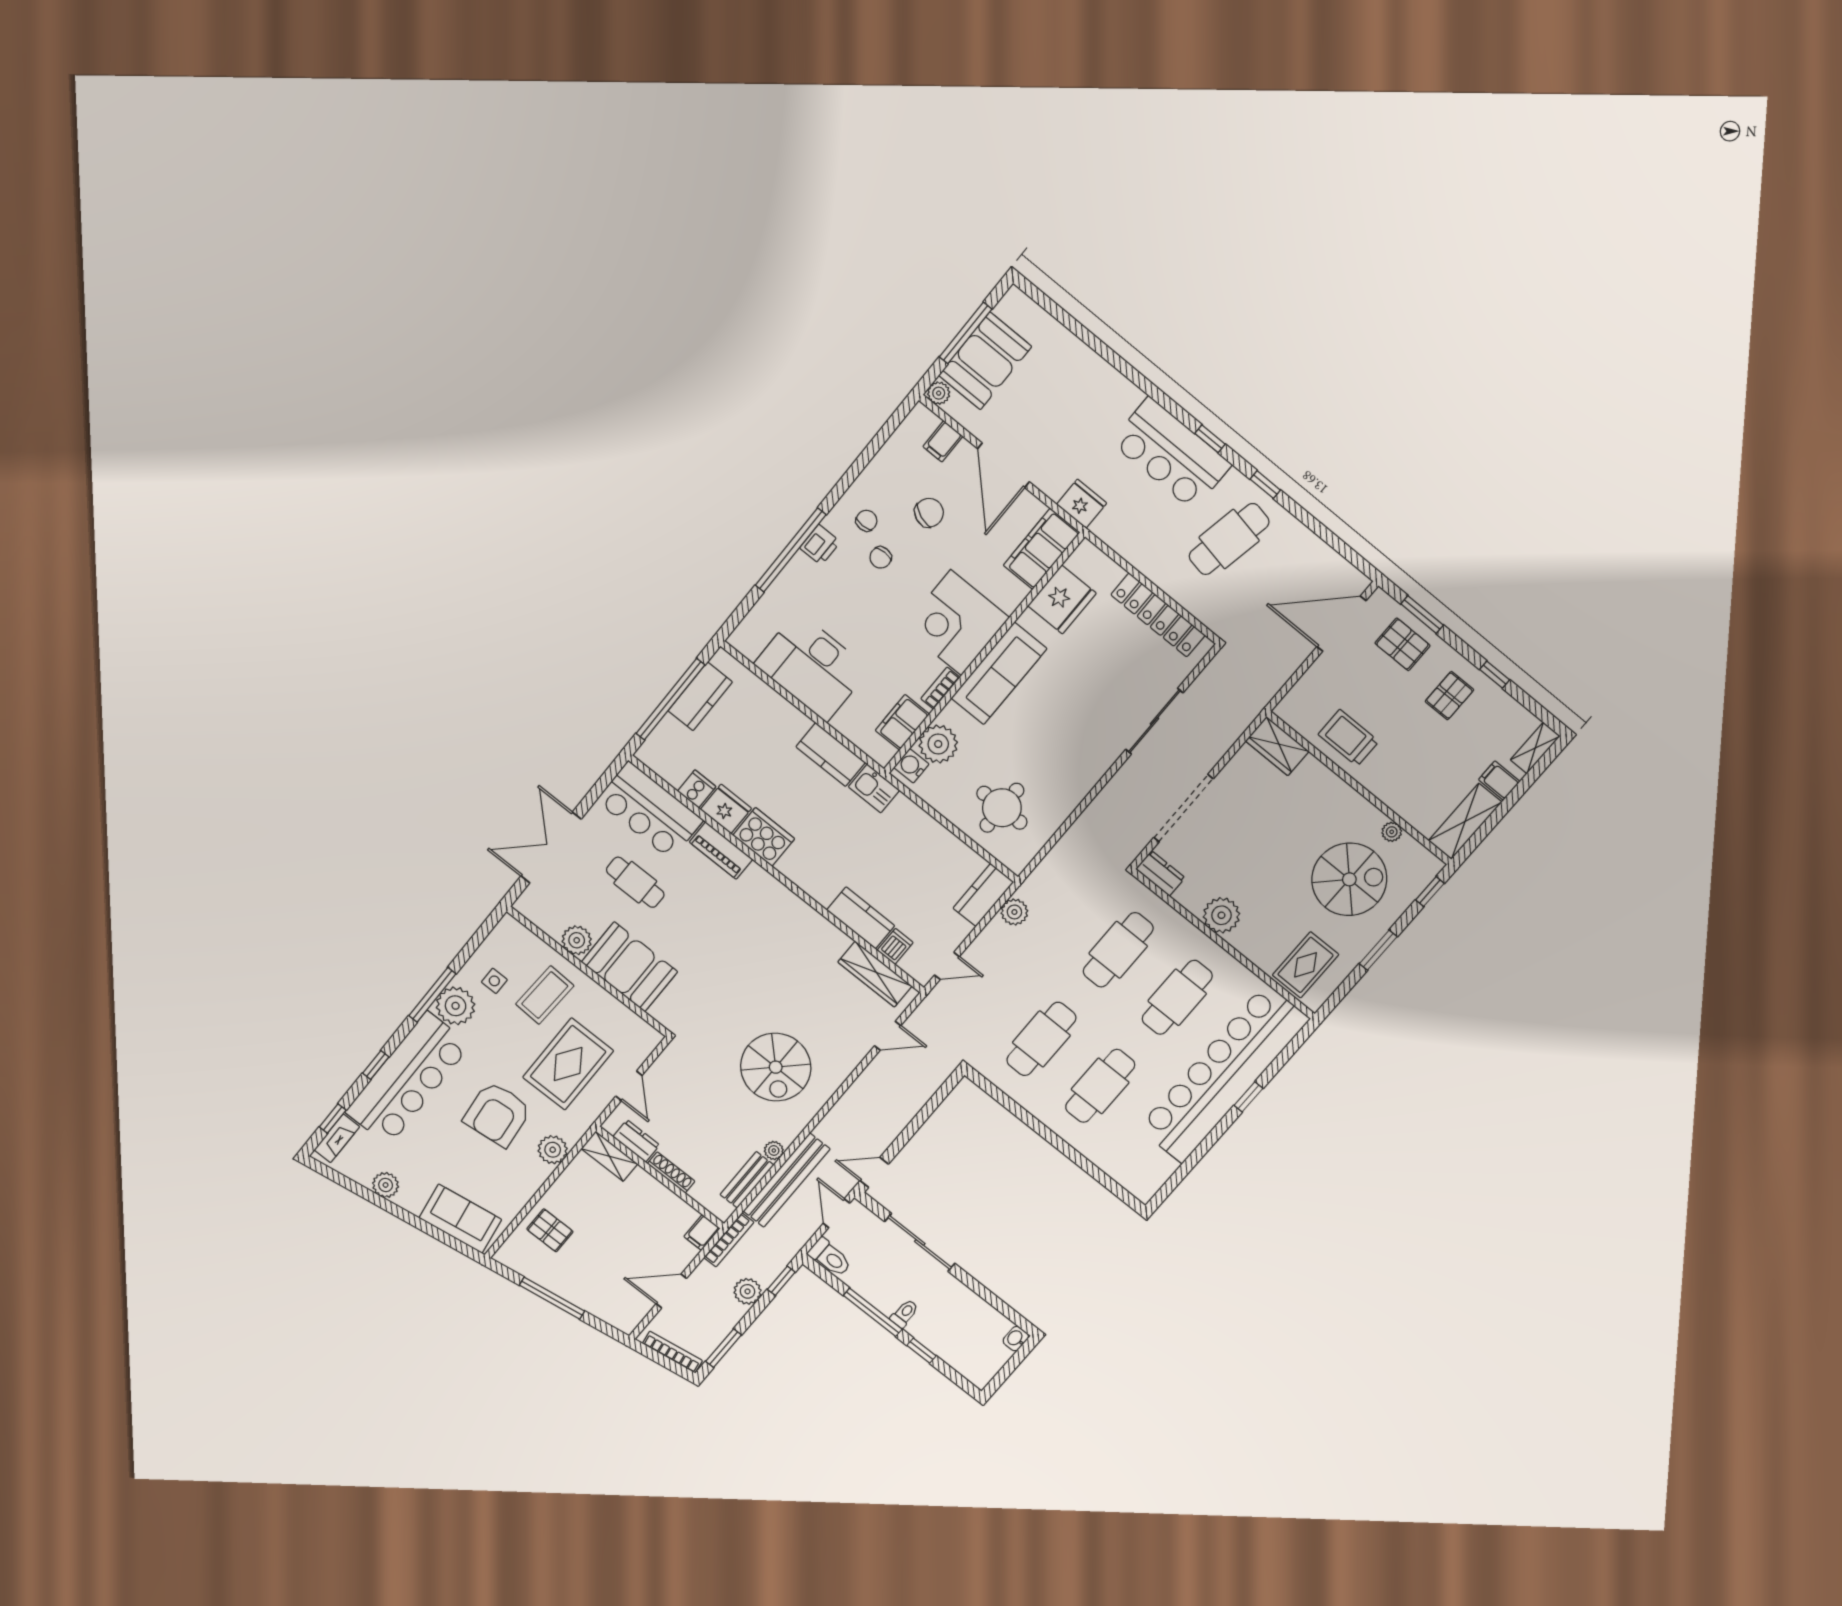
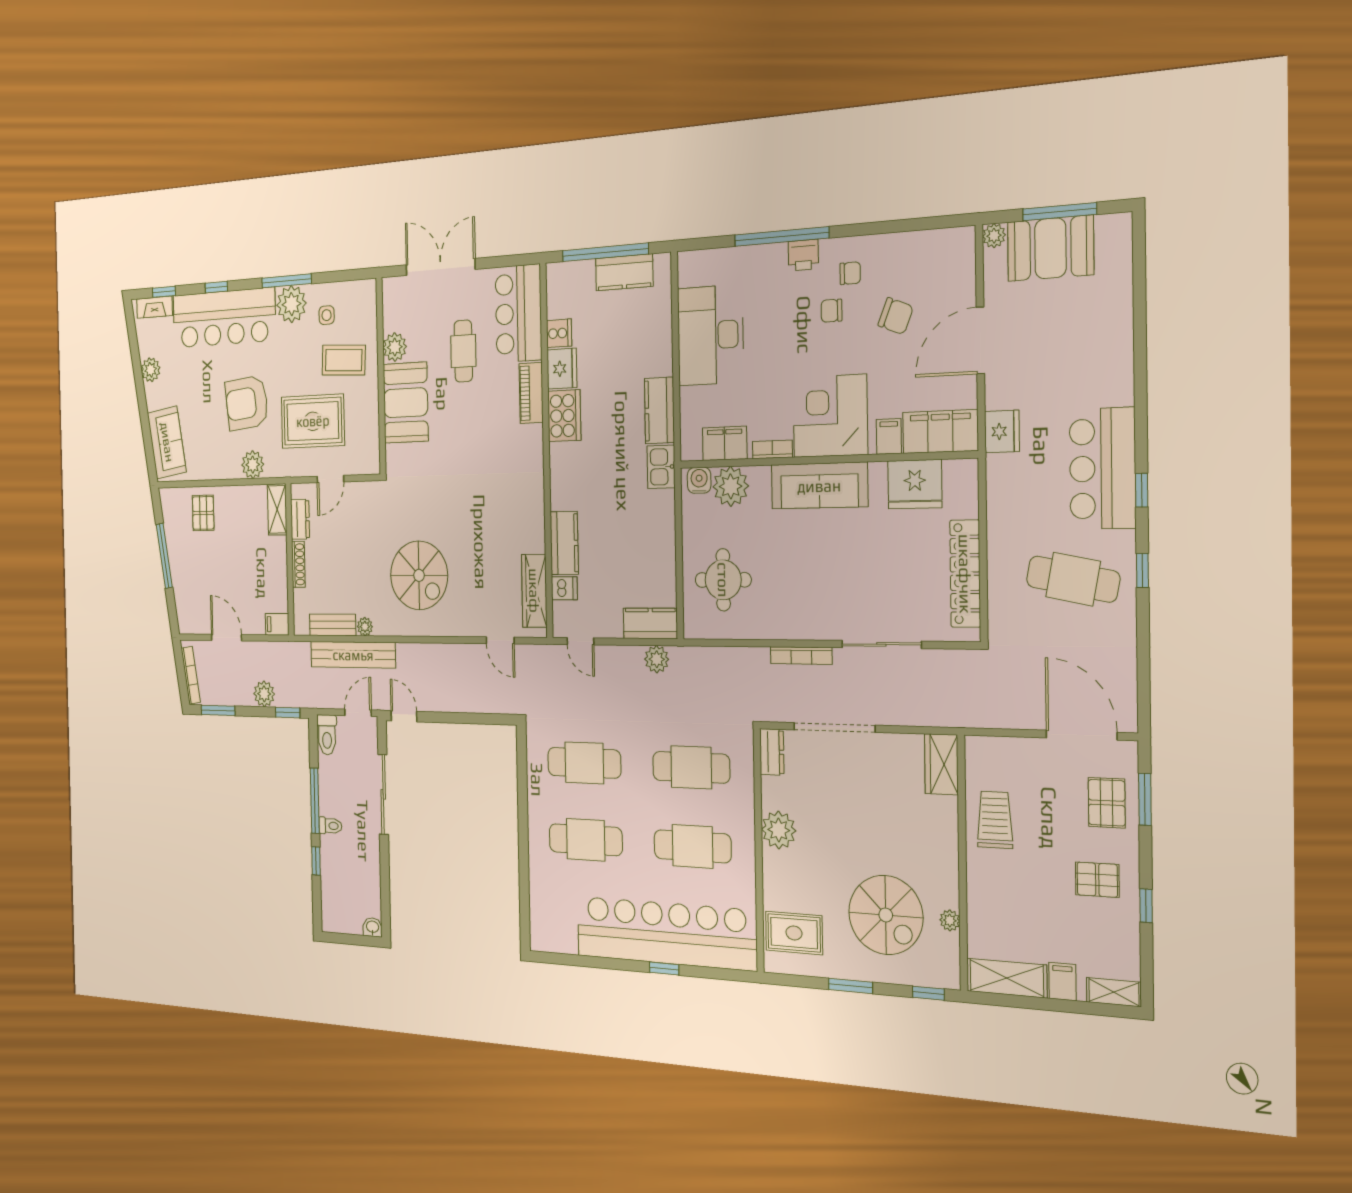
filing cabinet: (943, 441) -> (889, 436), moved, turned 90
spiral stairs: (776, 1067) -> (419, 575), turned -90
bookcase: (729, 1240) -> (801, 656), moved

